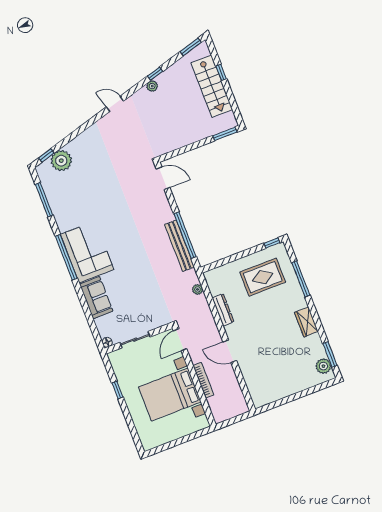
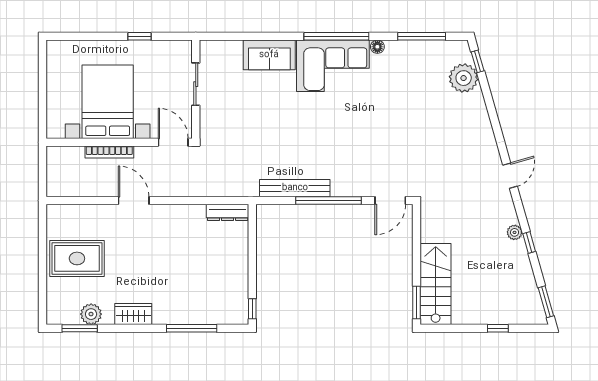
stairs: (212, 86) -> (436, 284), moved, turned 90
window: (185, 235) -> (328, 201), moved
rug: (263, 277) -> (77, 258), moved, turned 90
plant: (198, 289) -> (229, 190), removed
dresser: (223, 310) -> (228, 212), moved
floor lamp: (107, 342) -> (377, 47), moved
door: (230, 351) -> (134, 201), hinge flipped
plant: (323, 366) -> (91, 314), moved

